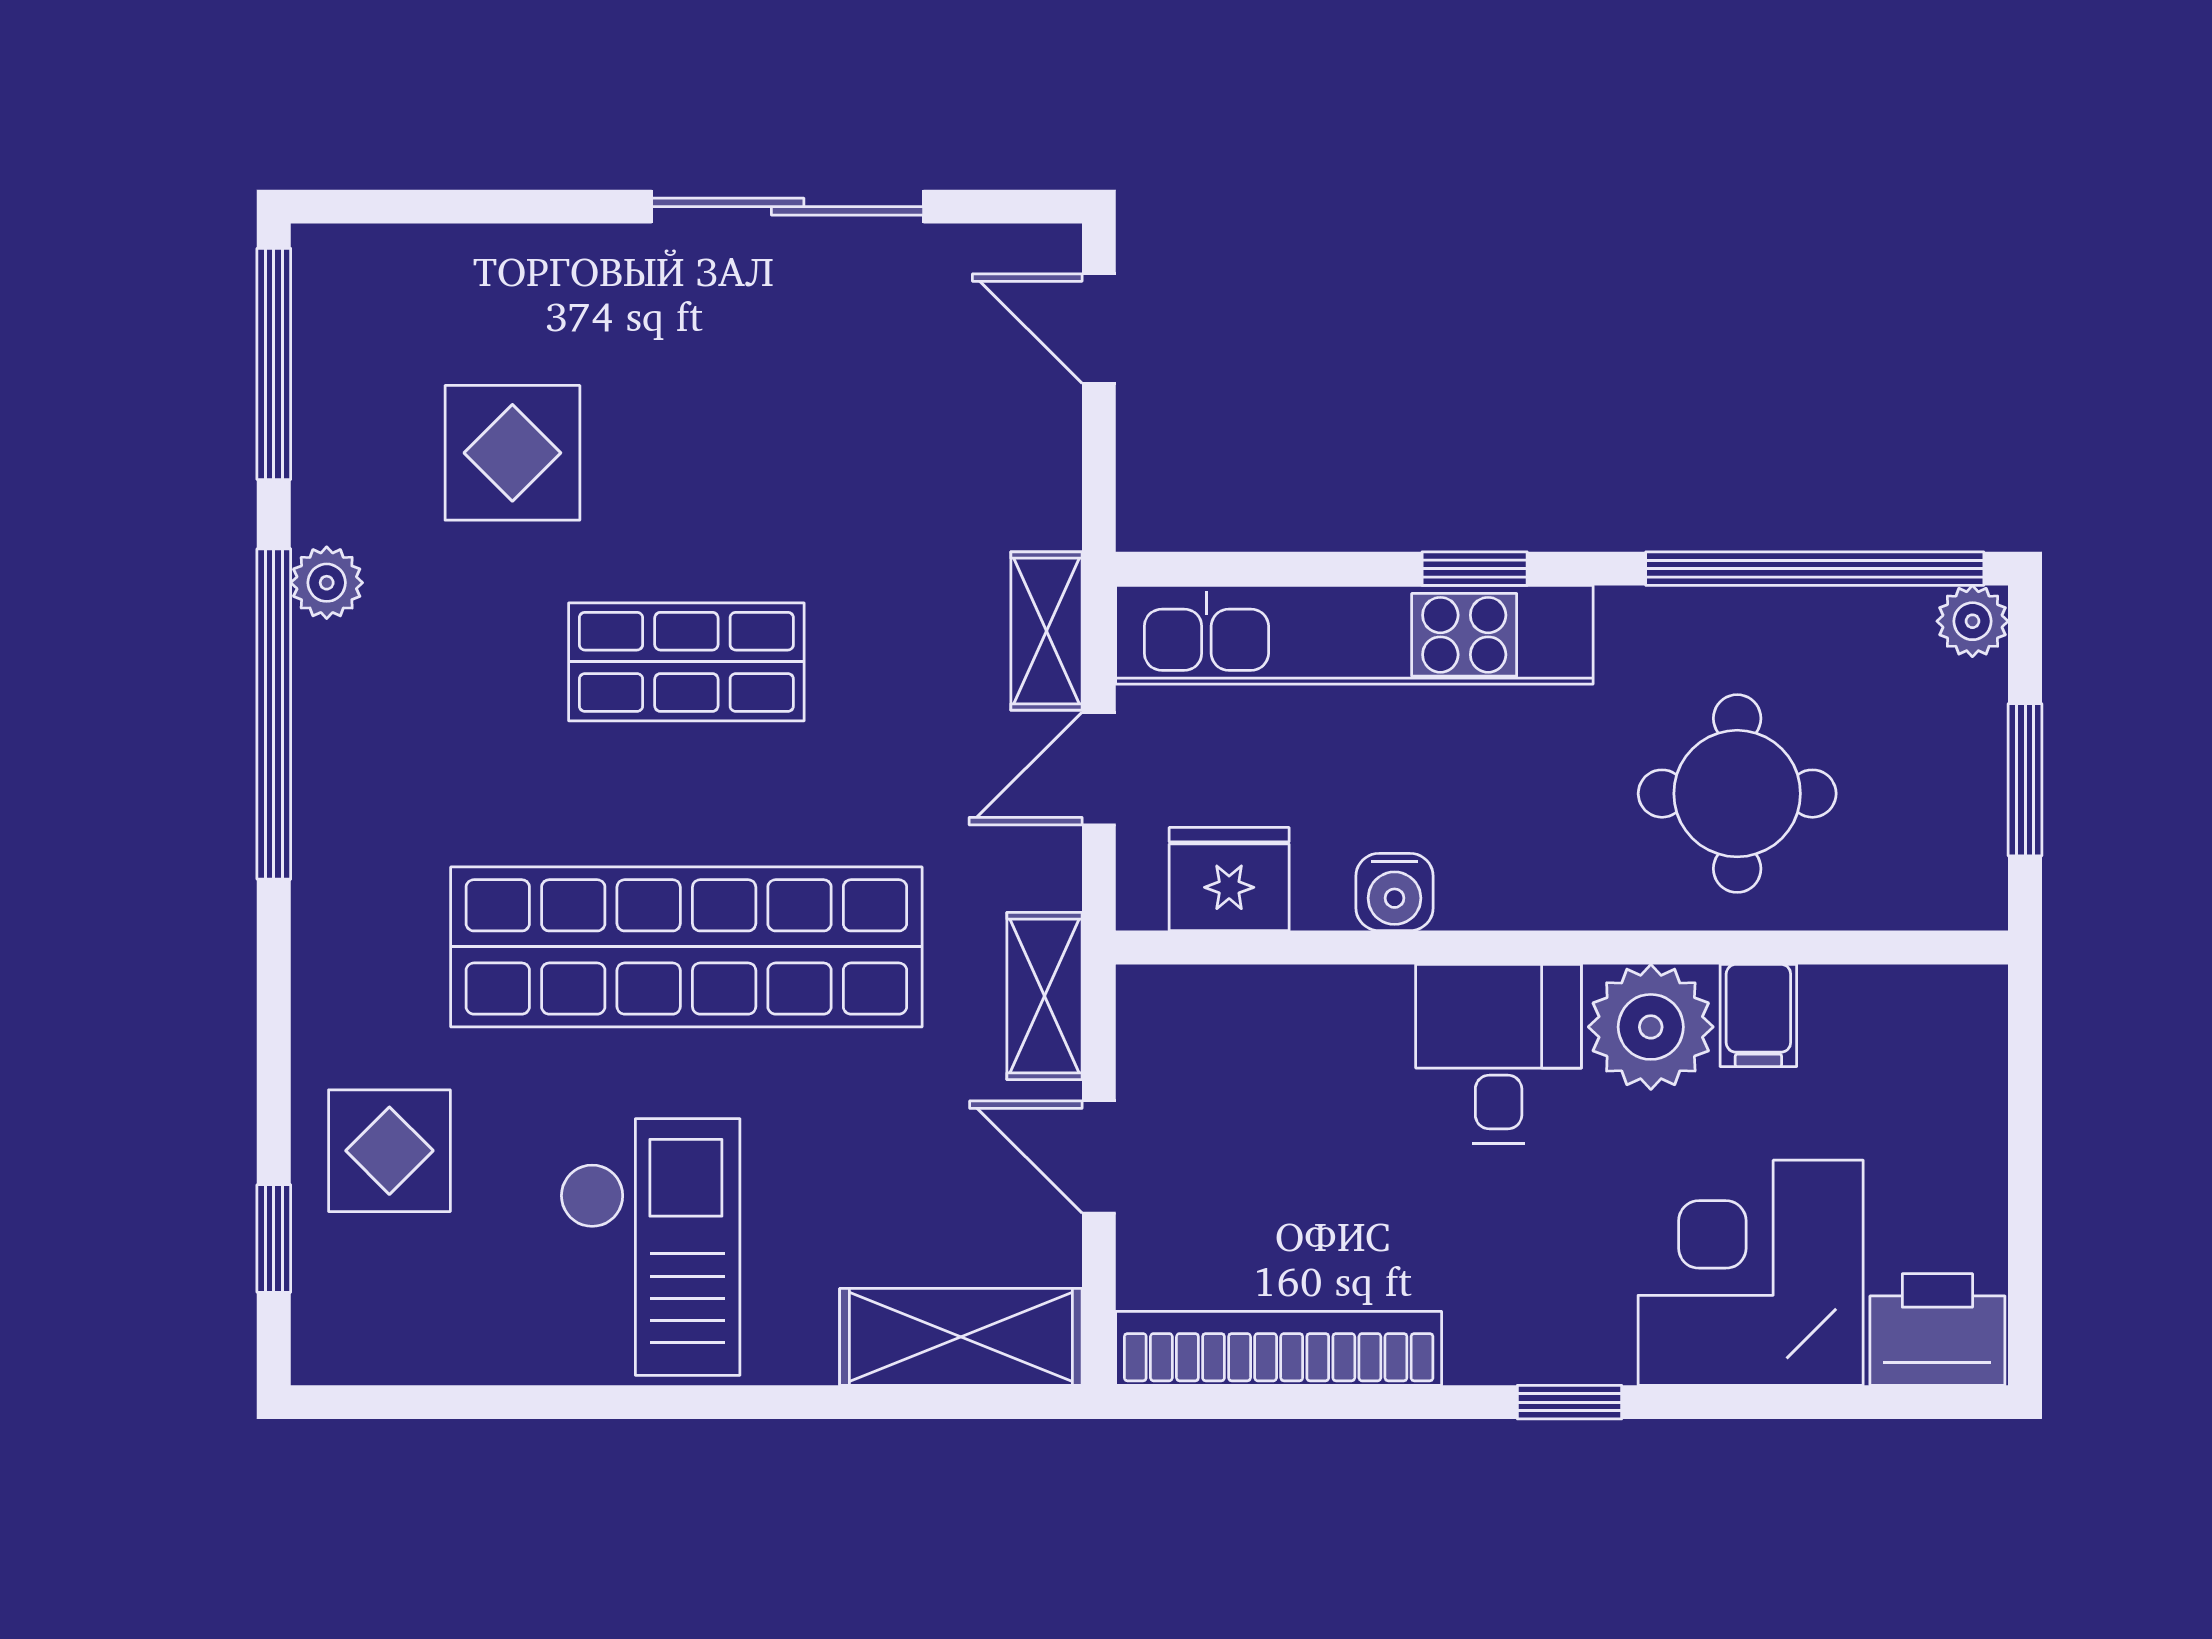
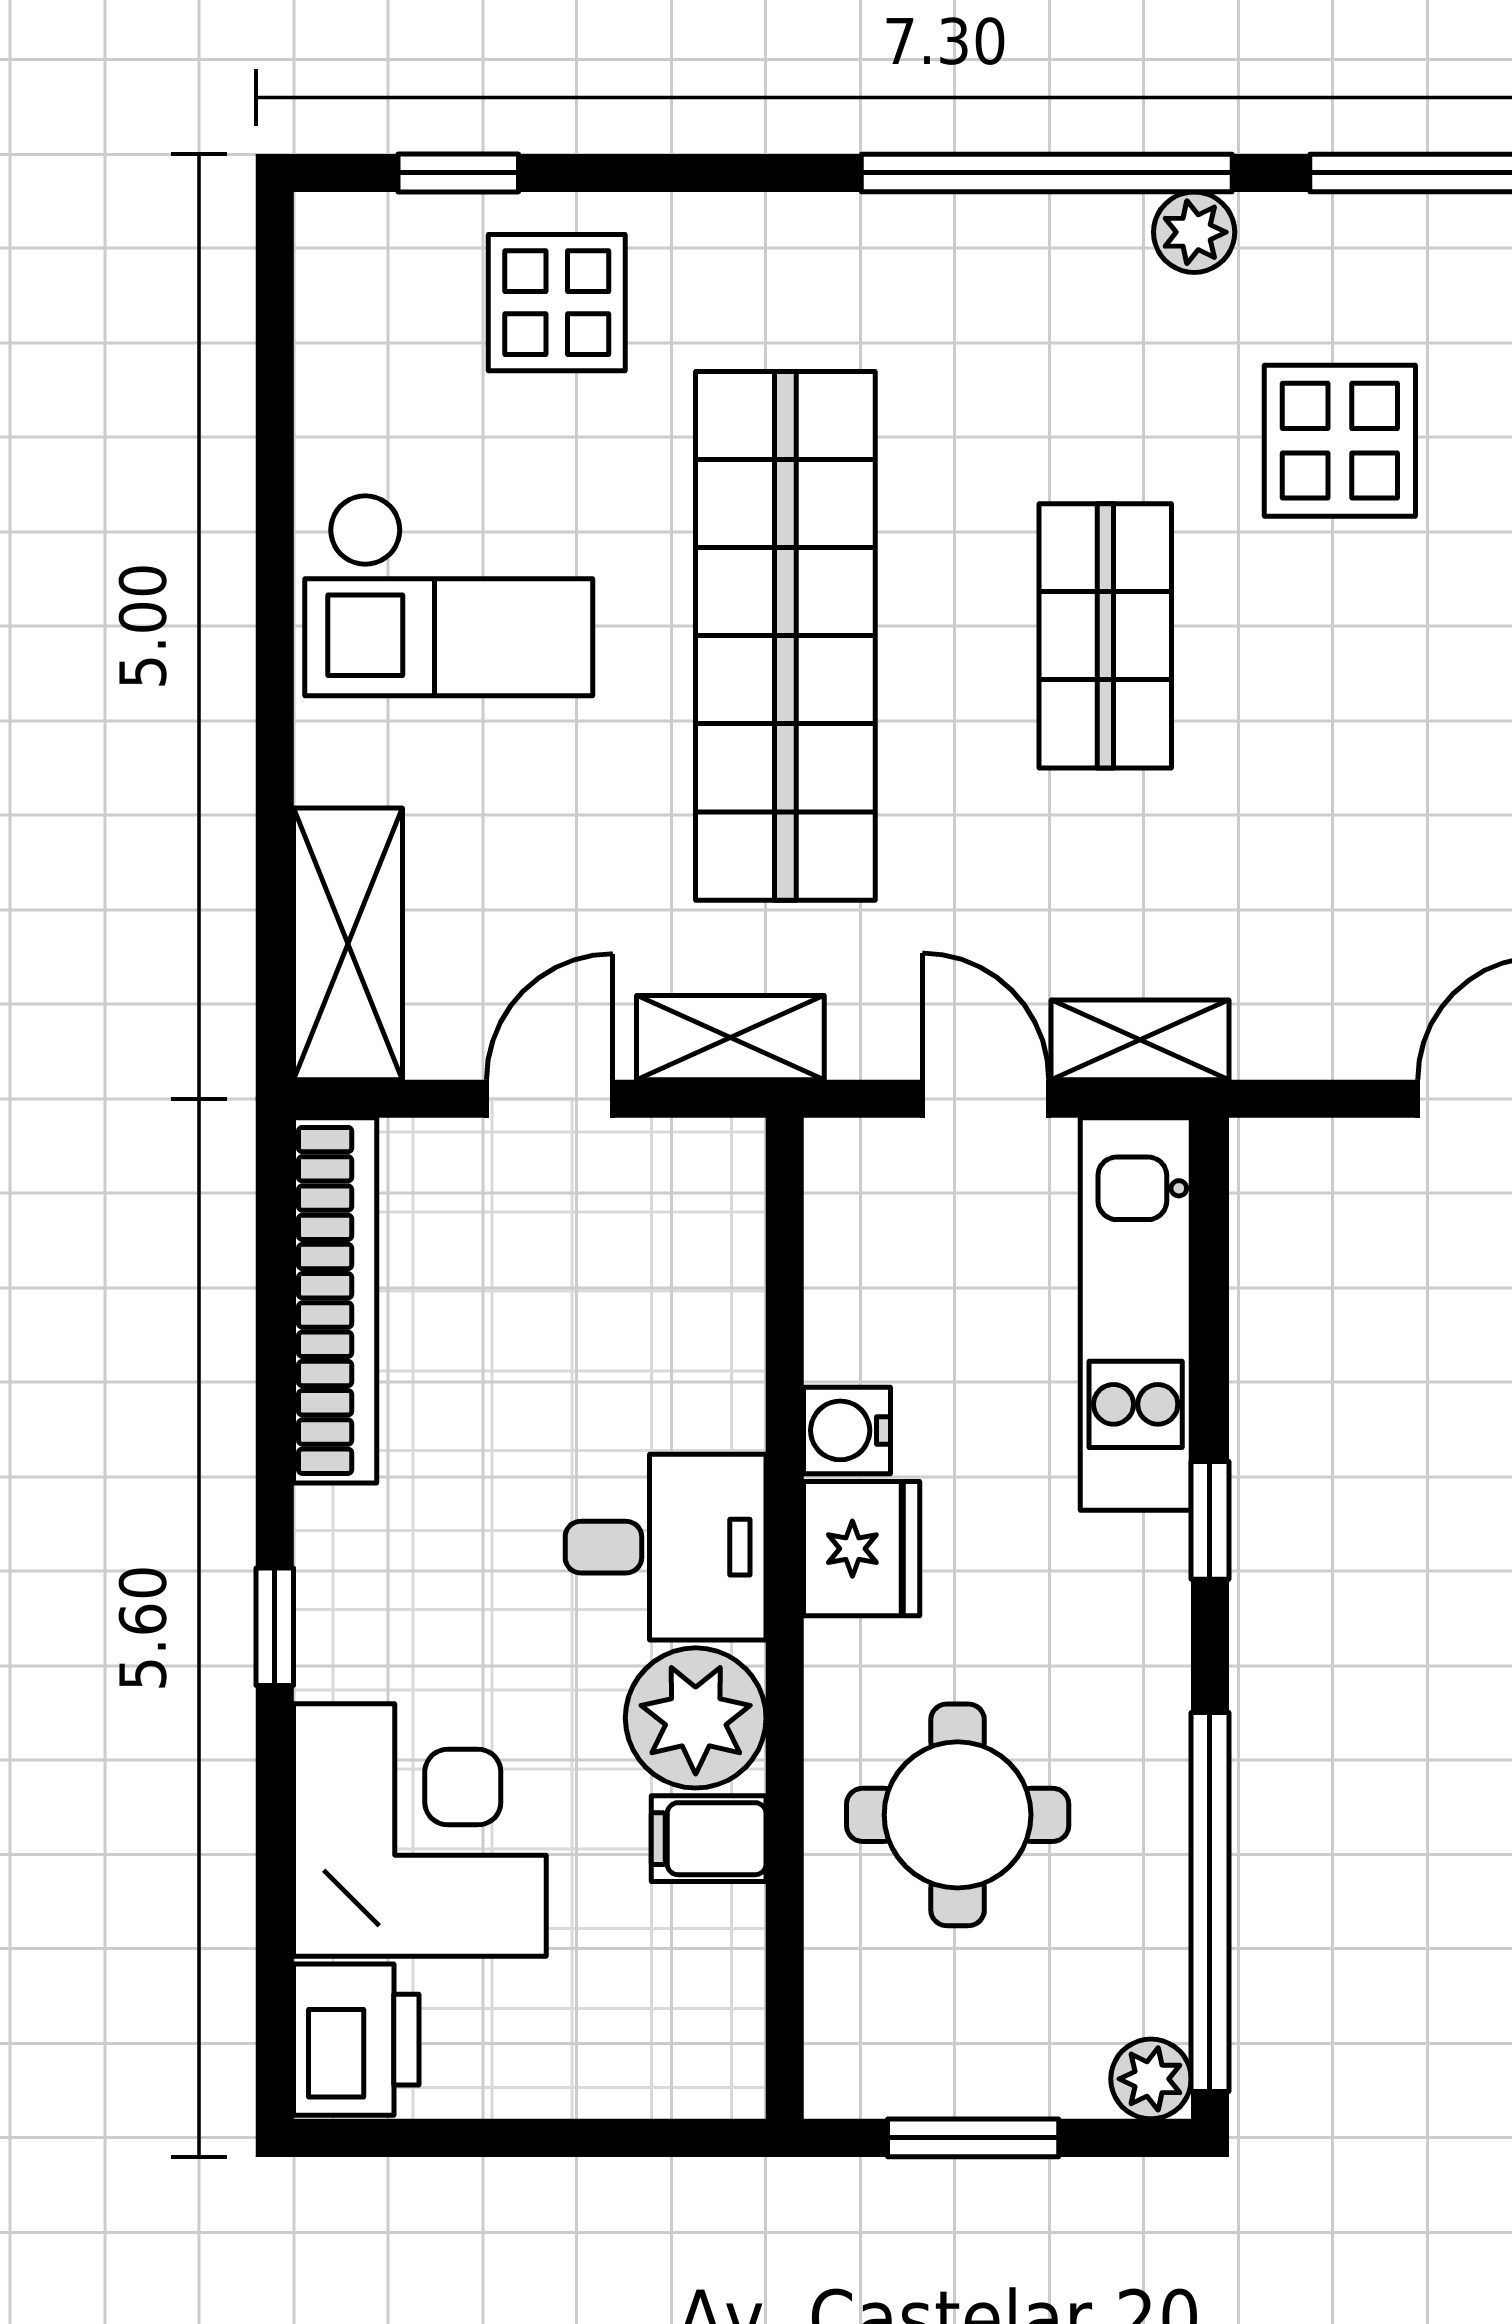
kitchen unit: (1354, 635) -> (1136, 1314), width x0.73
fridge: (1229, 879) -> (862, 1549), moved

